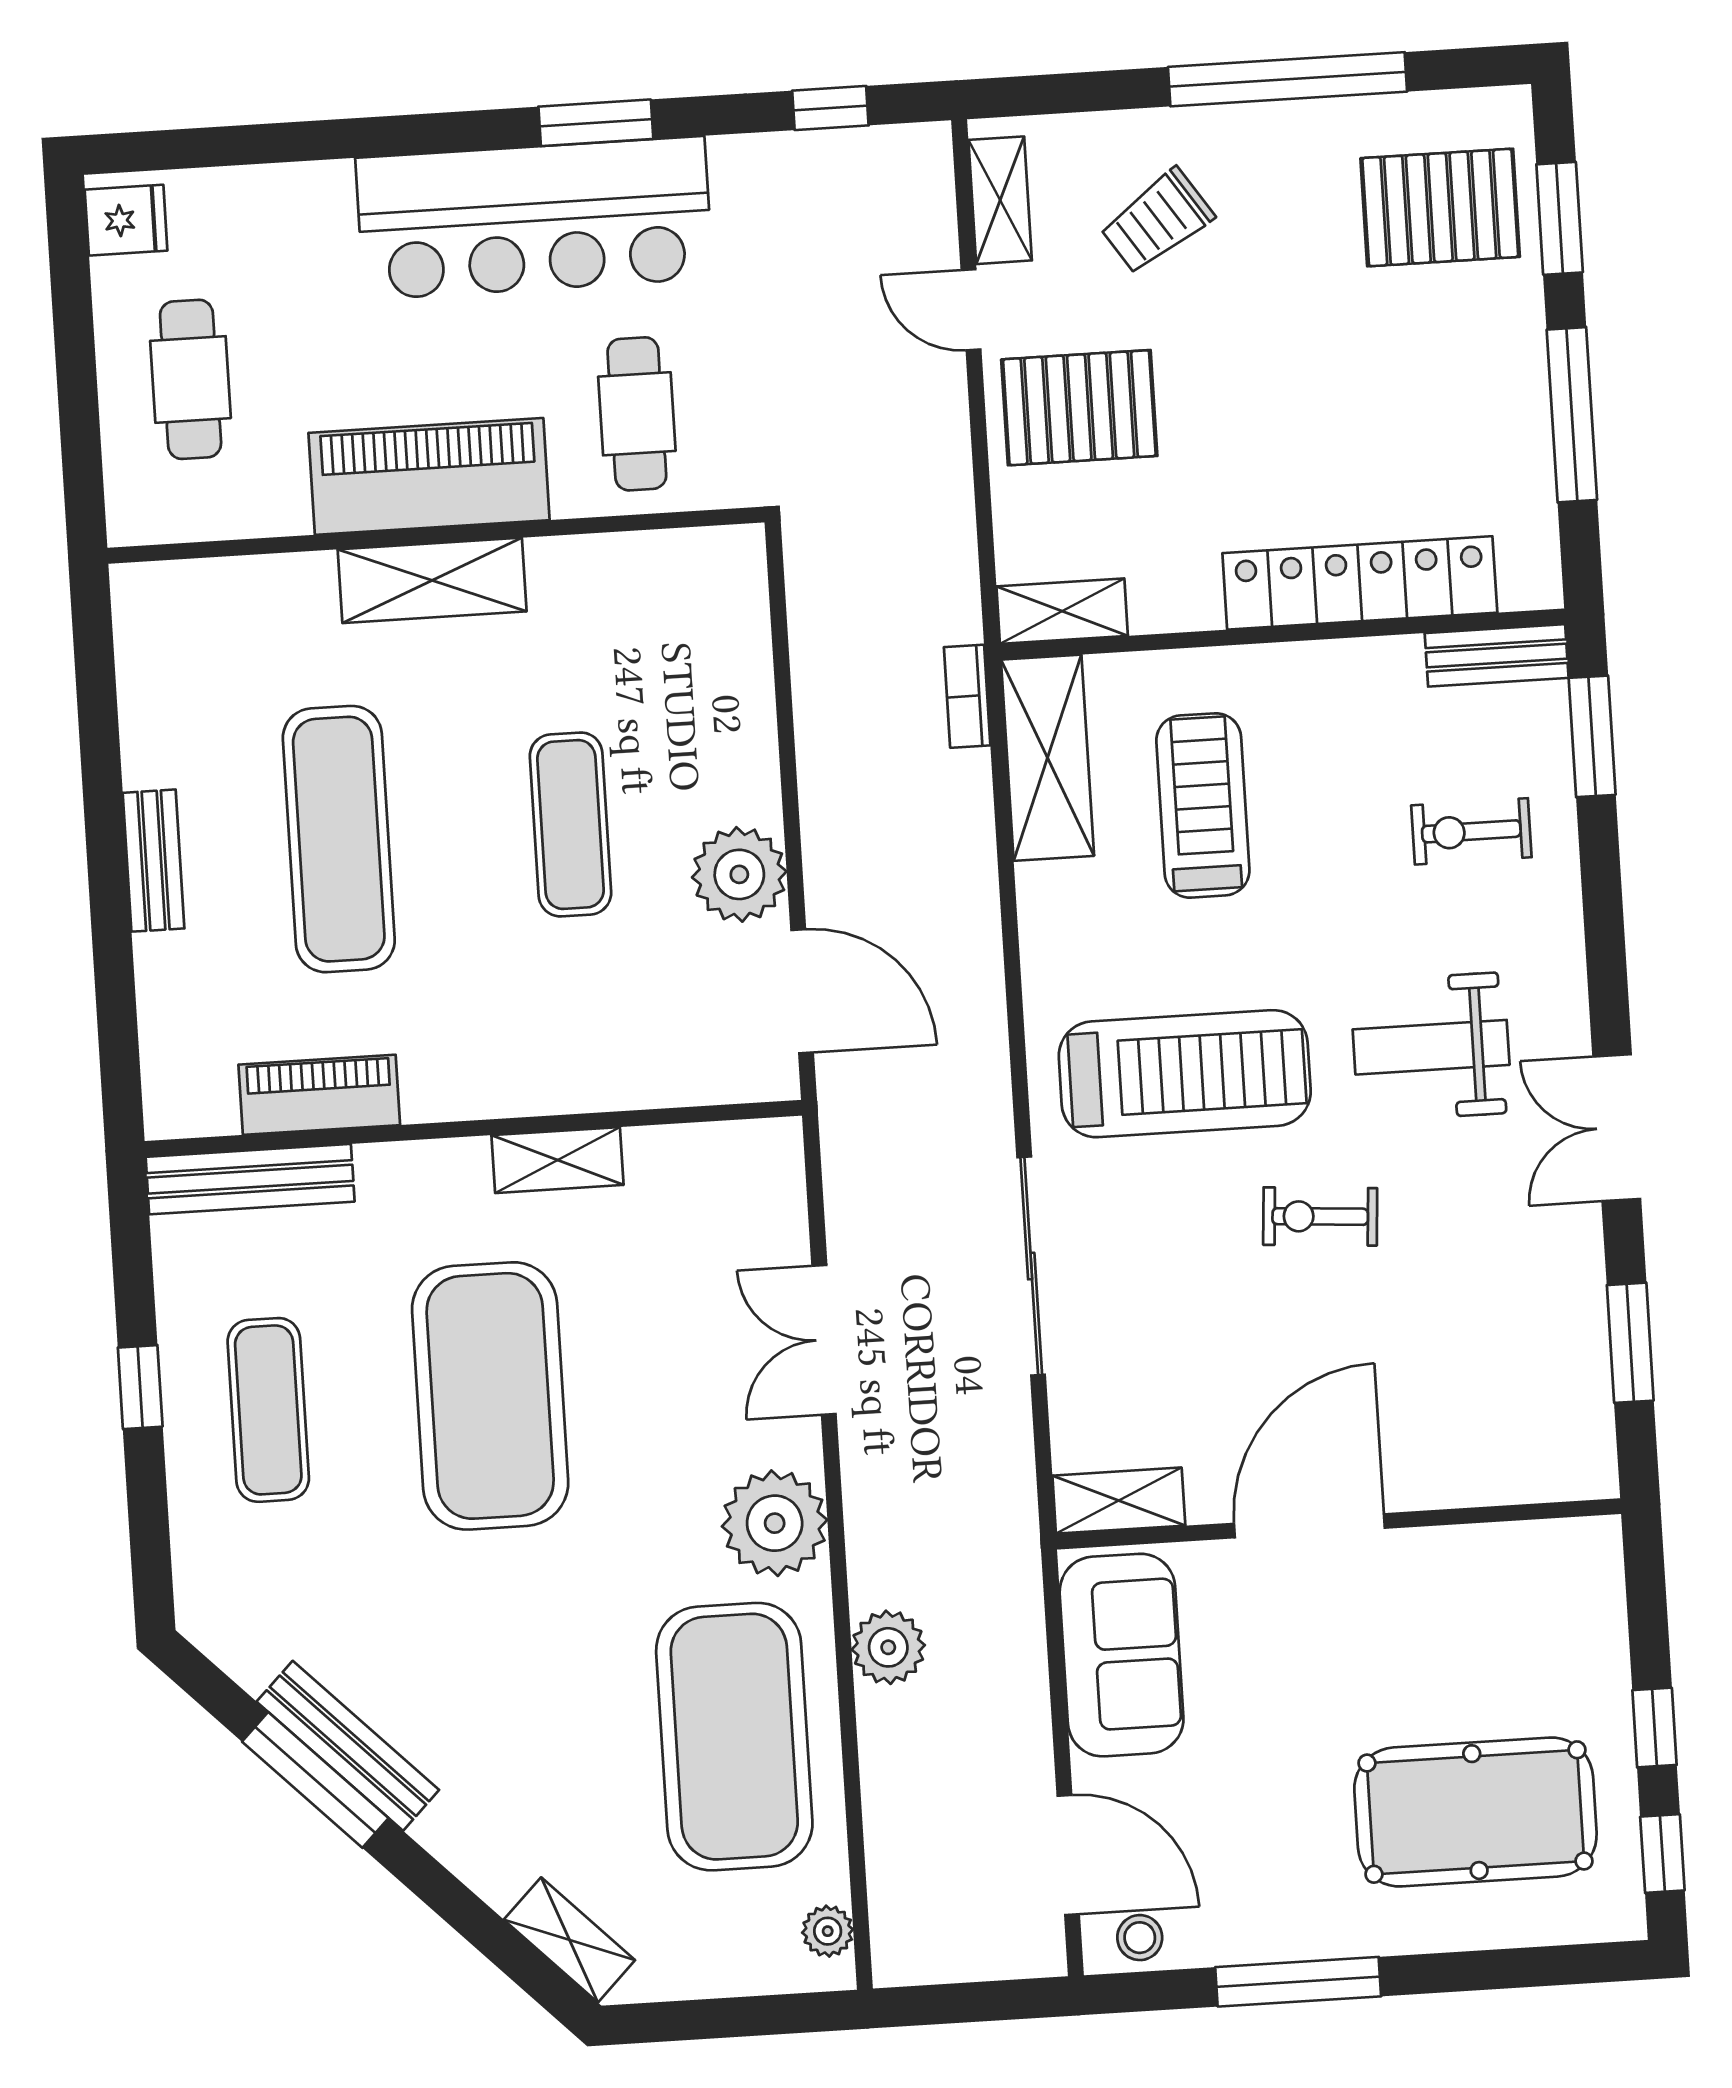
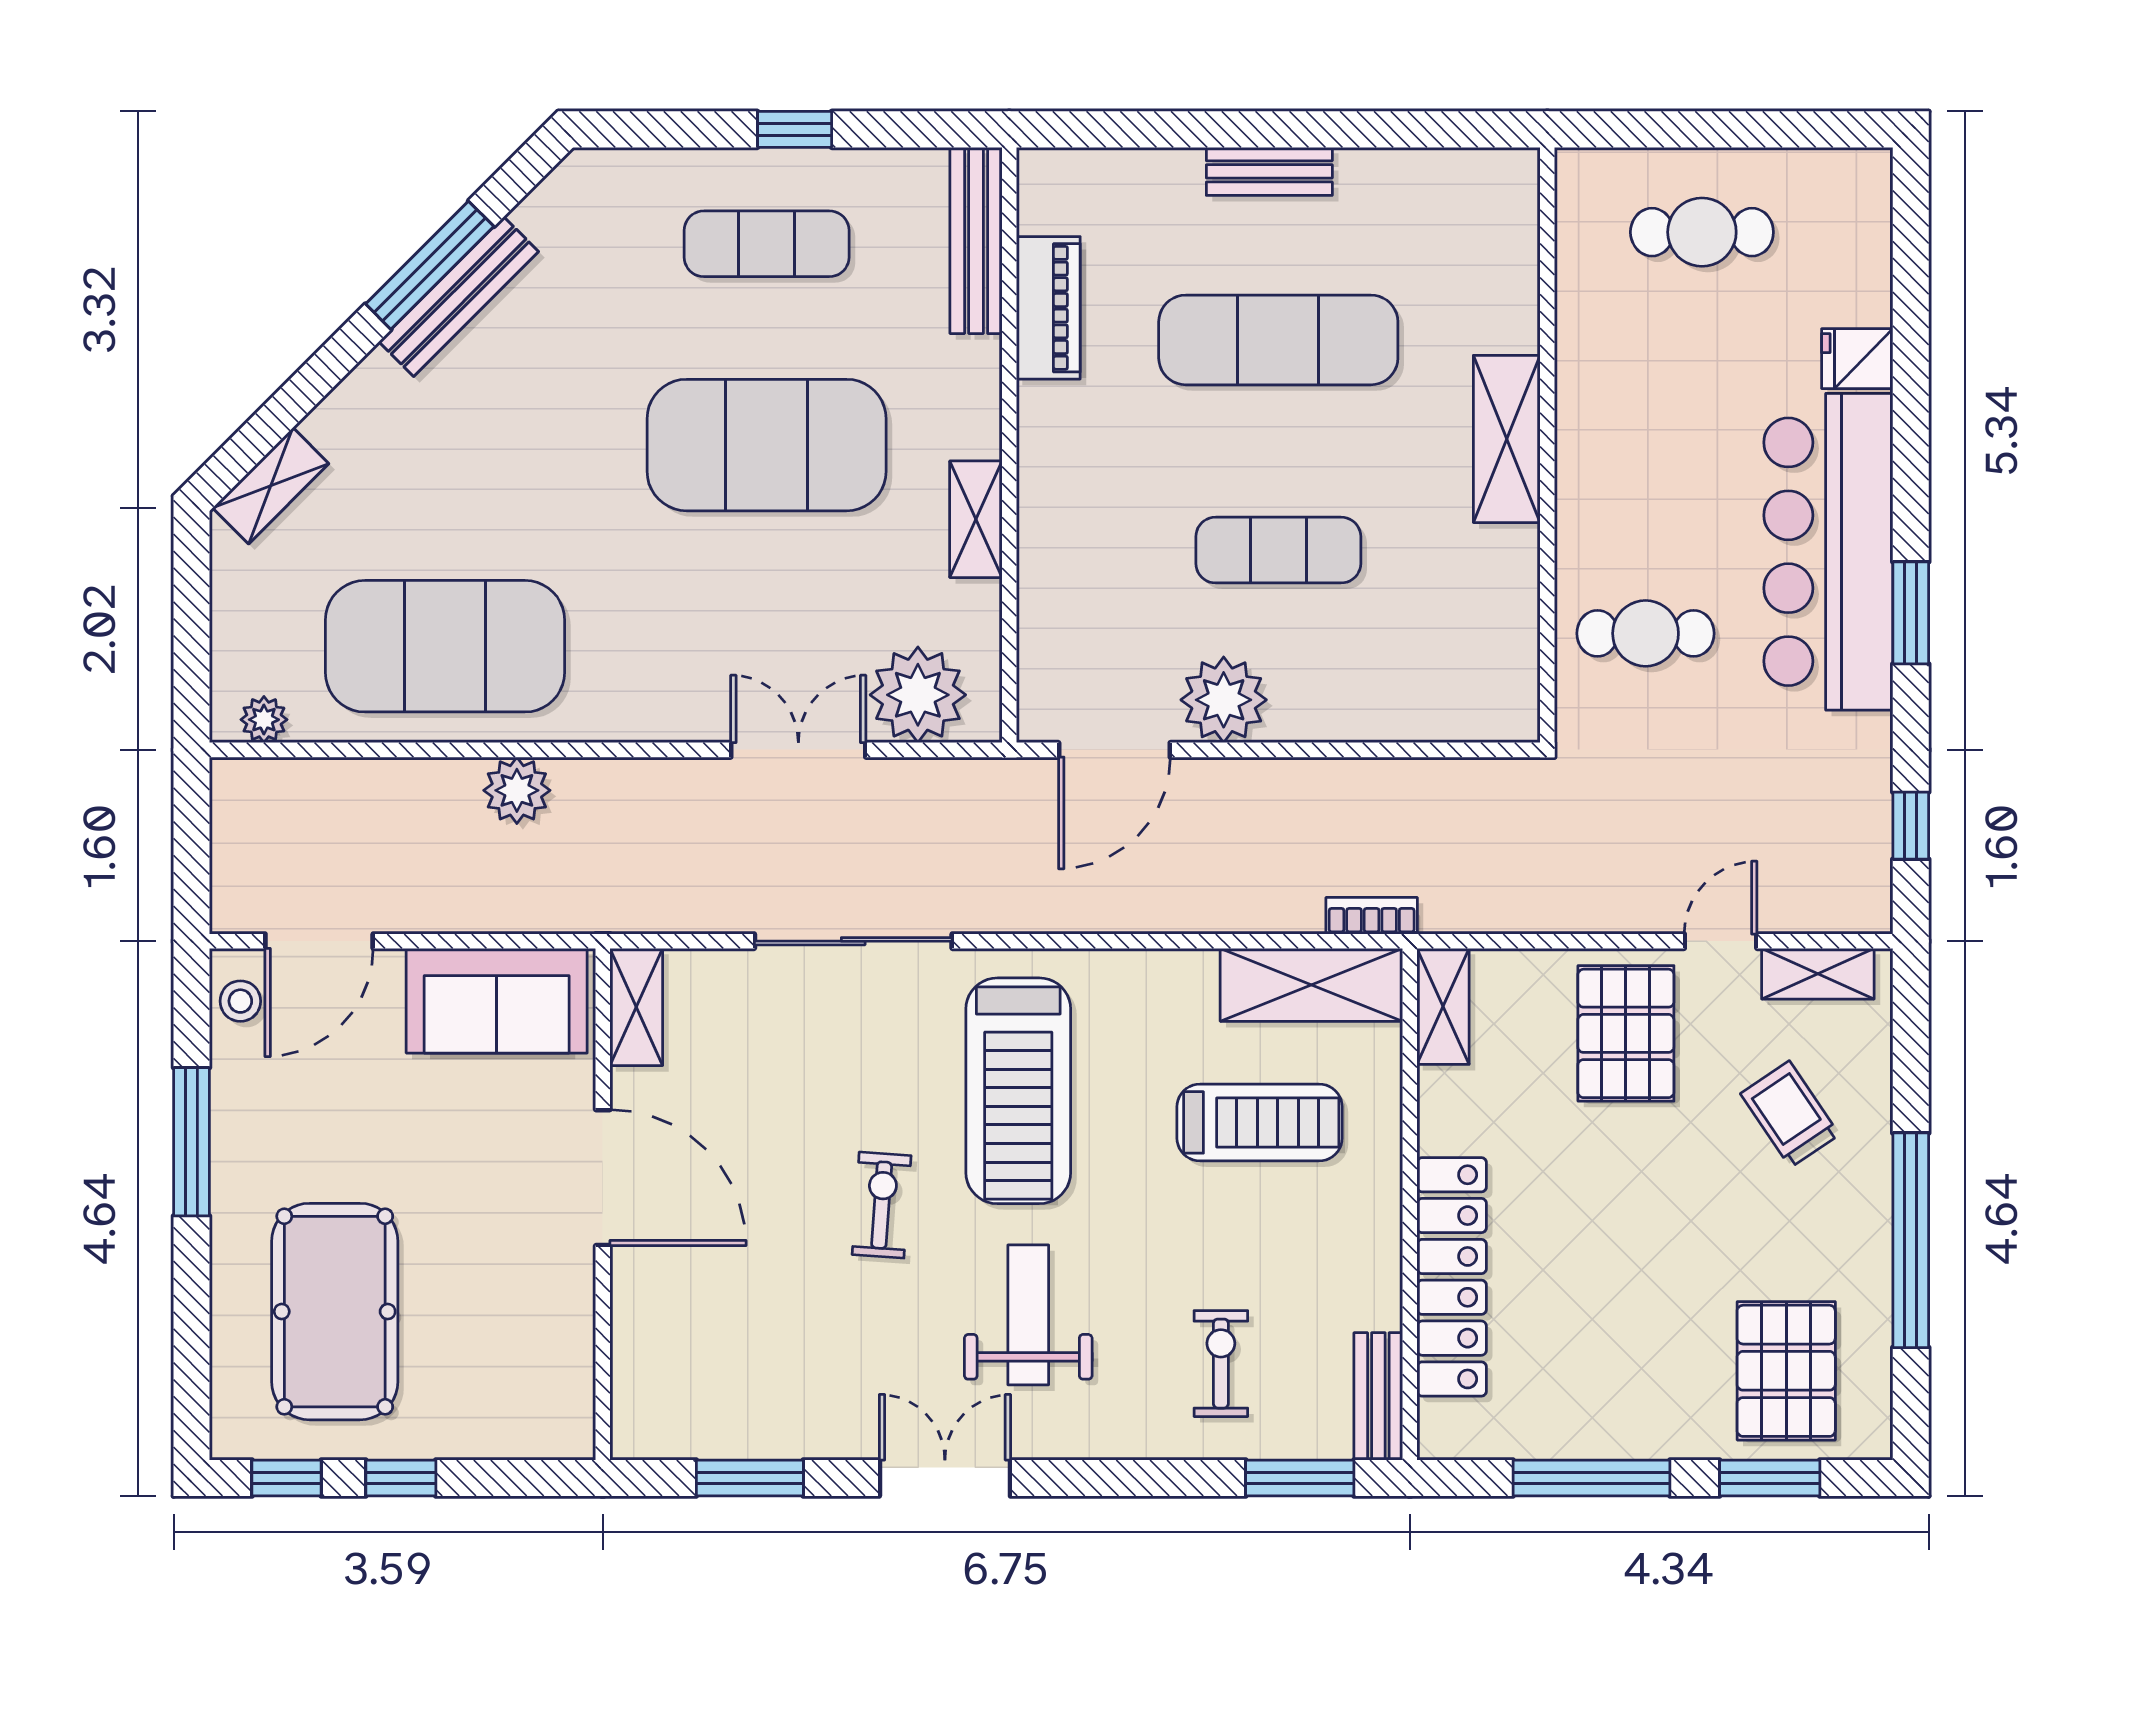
fridge: (126, 220) -> (1857, 359), moved, turned 90
piano: (429, 476) -> (1601, 442), removed
plant: (775, 1523) -> (918, 695), moved

